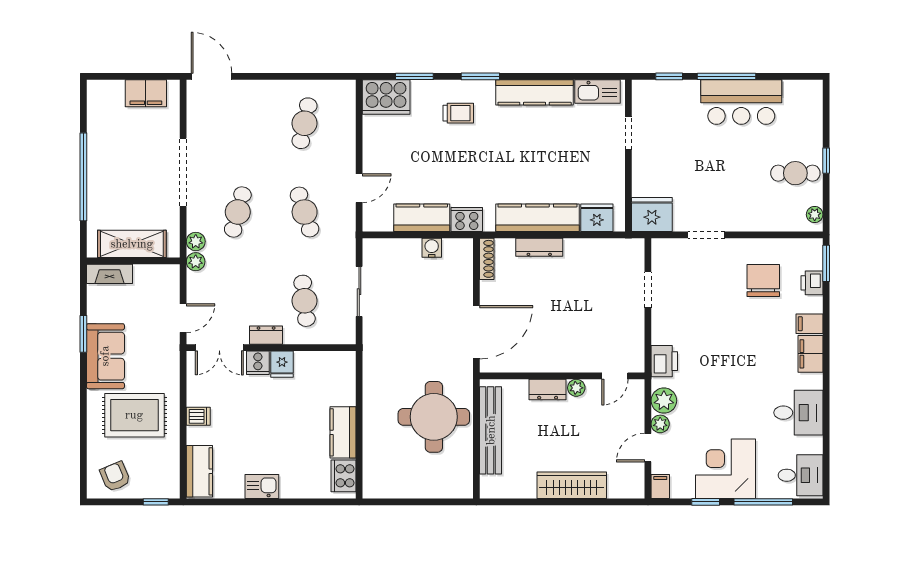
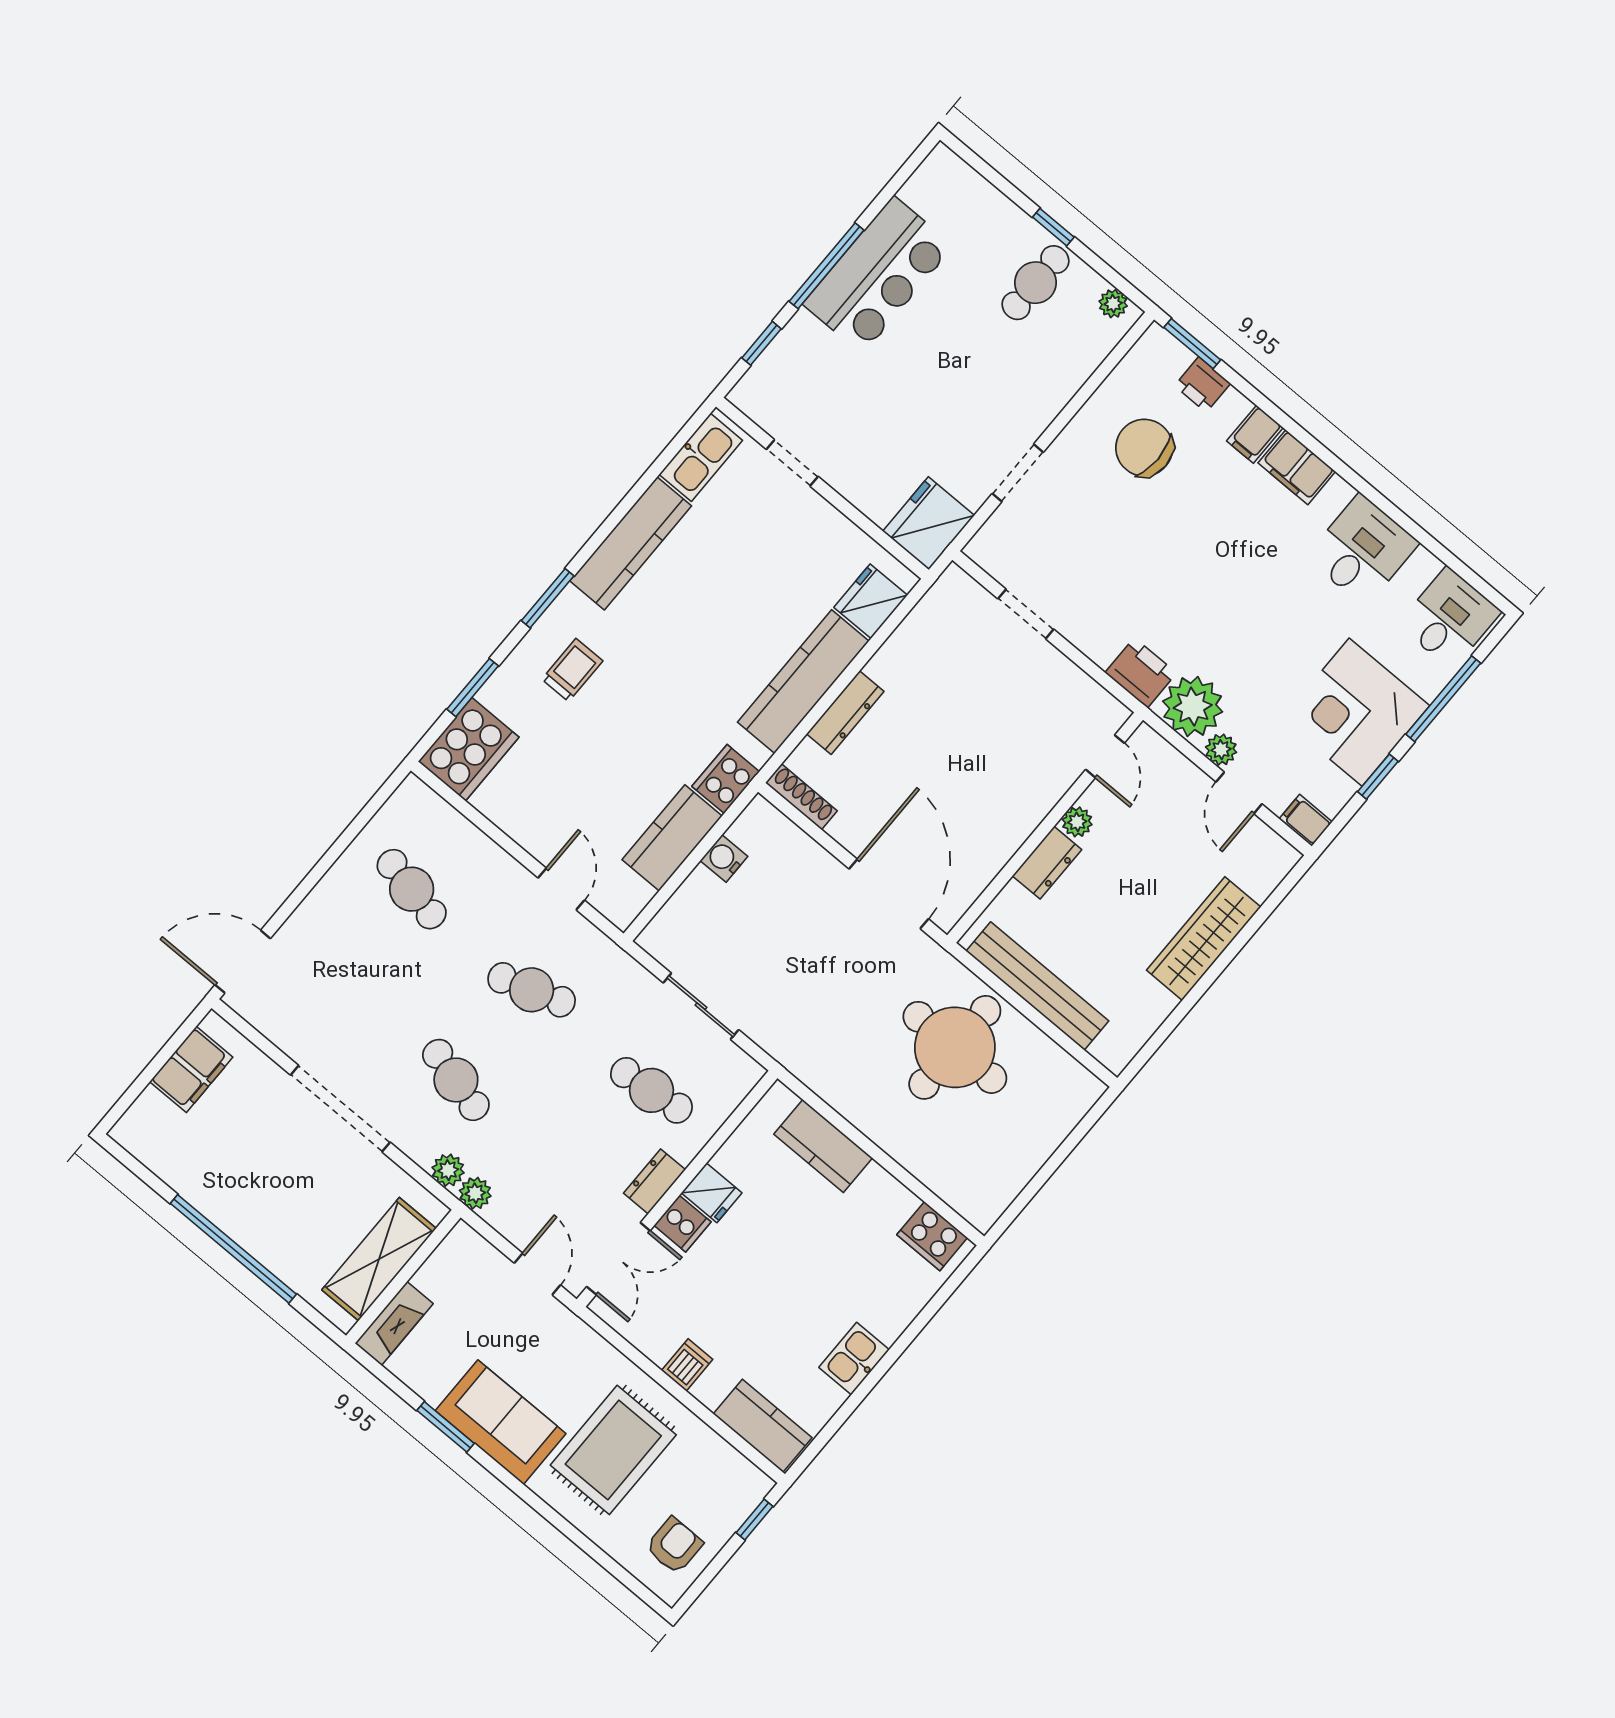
plant: (664, 401) -> (1193, 707), width x1.36, depth x1.36
kitchen counter: (343, 432) -> (823, 1146), moved
armchair: (115, 476) -> (674, 1545), turned 113

